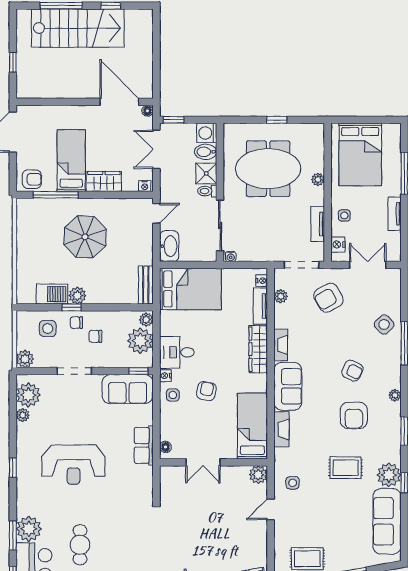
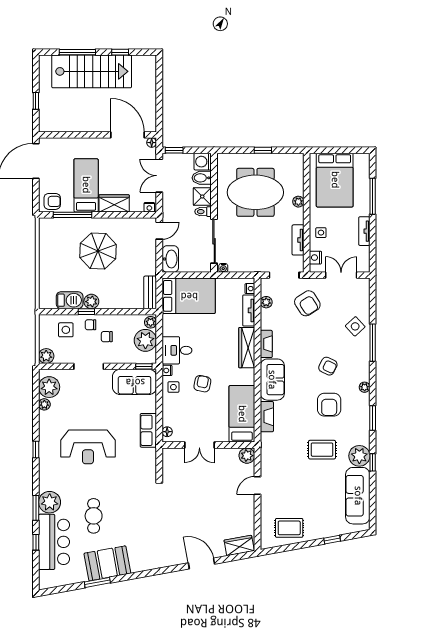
armchair: (328, 298) -> (307, 303), turned -94
side table: (293, 483) -> (276, 463), removed

